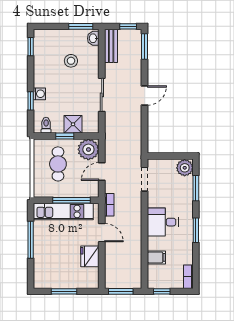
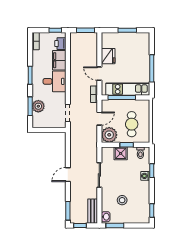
plant: (185, 168) -> (38, 106), moved
filing cabinet: (156, 257) -> (59, 60), width x2.00
printer: (155, 273) -> (60, 44), added

